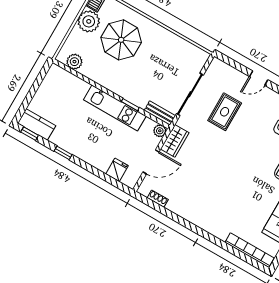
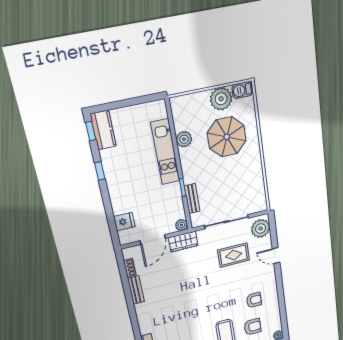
plant: (74, 62) -> (184, 139), moved
plant: (222, 72) -> (261, 228), added
kitchen unit: (115, 108) -> (165, 152), moved
bench: (160, 113) -> (192, 199), moved
door: (151, 162) -> (153, 240), hinge flipped
bench: (181, 211) -> (136, 290), added

